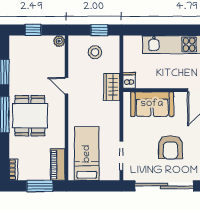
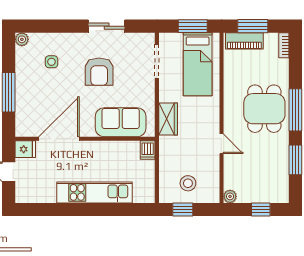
wardrobe: (112, 87) -> (168, 119), moved
armchair: (170, 147) -> (99, 72), turned 180
piano: (58, 165) -> (244, 41), moved, turned 90
window: (91, 186) -> (193, 26), added
sliding door: (164, 186) -> (107, 26), width x0.54

